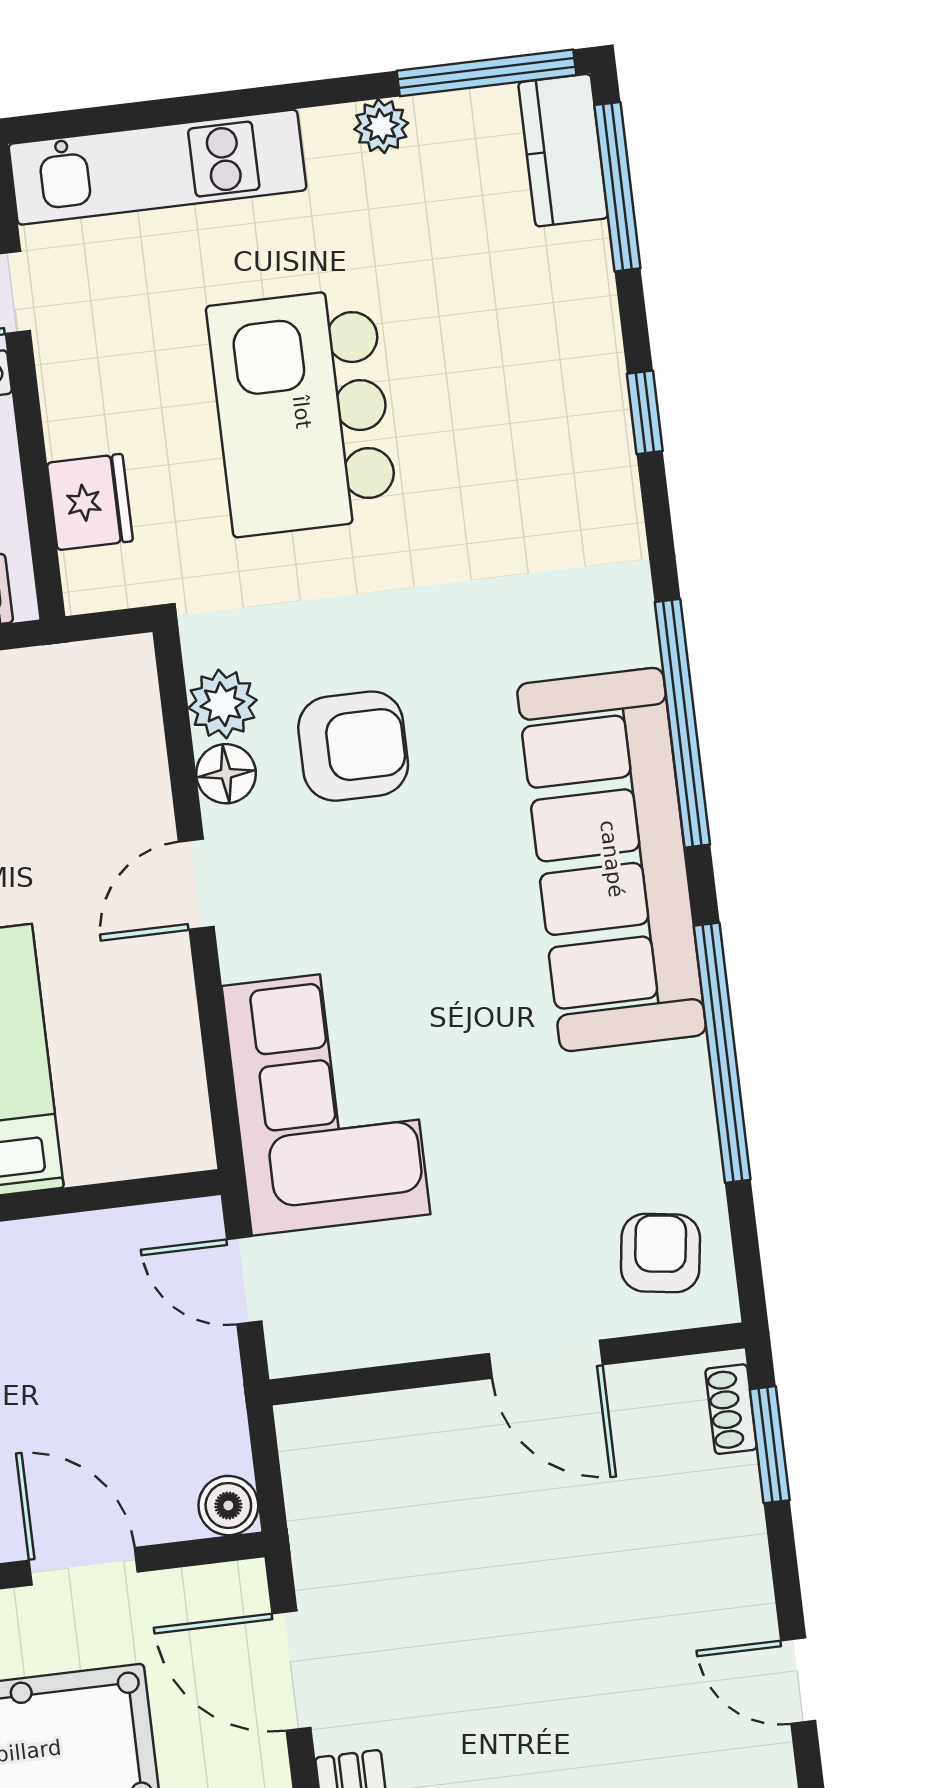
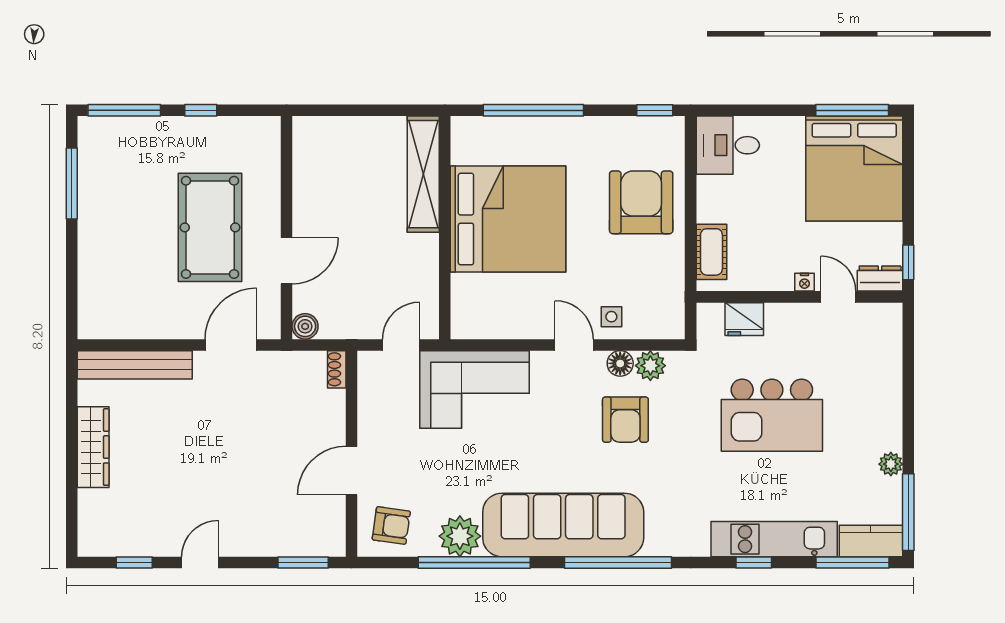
kitchen unit: (157, 167) -> (774, 539), moved, turned 90
kitchen island: (302, 412) -> (772, 415), turned 180
side table: (121, 807) -> (611, 317), added
plant: (666, 1093) -> (460, 536), added
shoe rack: (731, 1409) -> (337, 369), moved, turned -90

